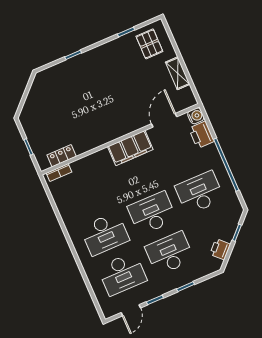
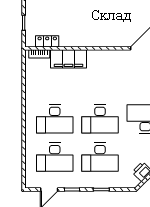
filing cabinet: (130, 148) -> (69, 59), moved
desk: (152, 213) -> (100, 119), turned 180
desk: (170, 253) -> (100, 157), turned 180

